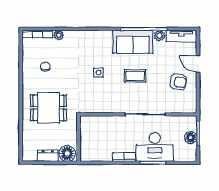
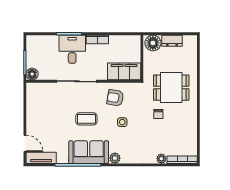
plant: (160, 36) -> (115, 158), moved
door: (198, 64) -> (25, 143), moved
chair: (45, 67) -> (158, 114), moved
armchair: (178, 82) -> (115, 98), moved
filing cabinet: (97, 124) -> (124, 71), added
floor lamp: (191, 138) -> (32, 74), moved
desk: (155, 147) -> (72, 49), width x0.73

